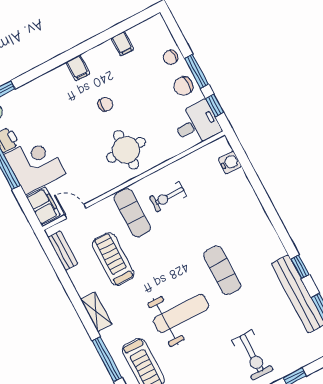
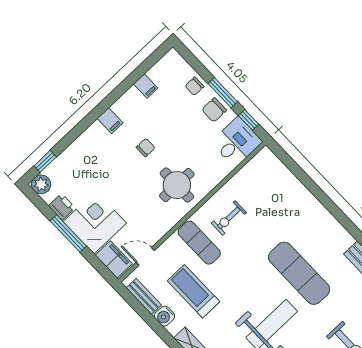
water cooler: (230, 162) -> (165, 316), moved, turned 180
exercise mat: (222, 270) -> (299, 273), width x1.36, depth x1.45

